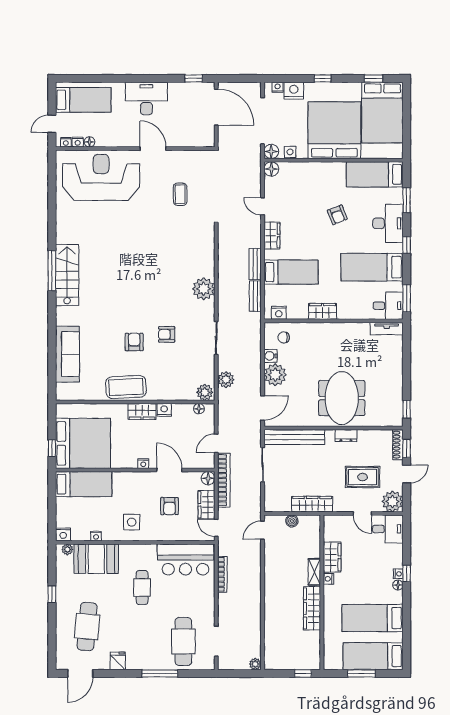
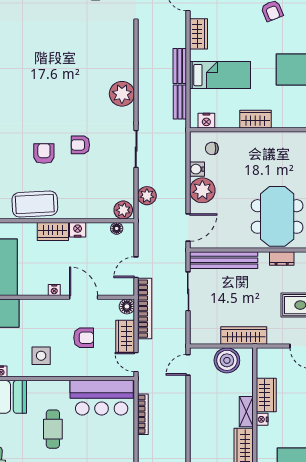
armchair: (169, 506) -> (84, 338), turned -90
boiler: (292, 521) -> (227, 360), width x1.86, depth x1.86

